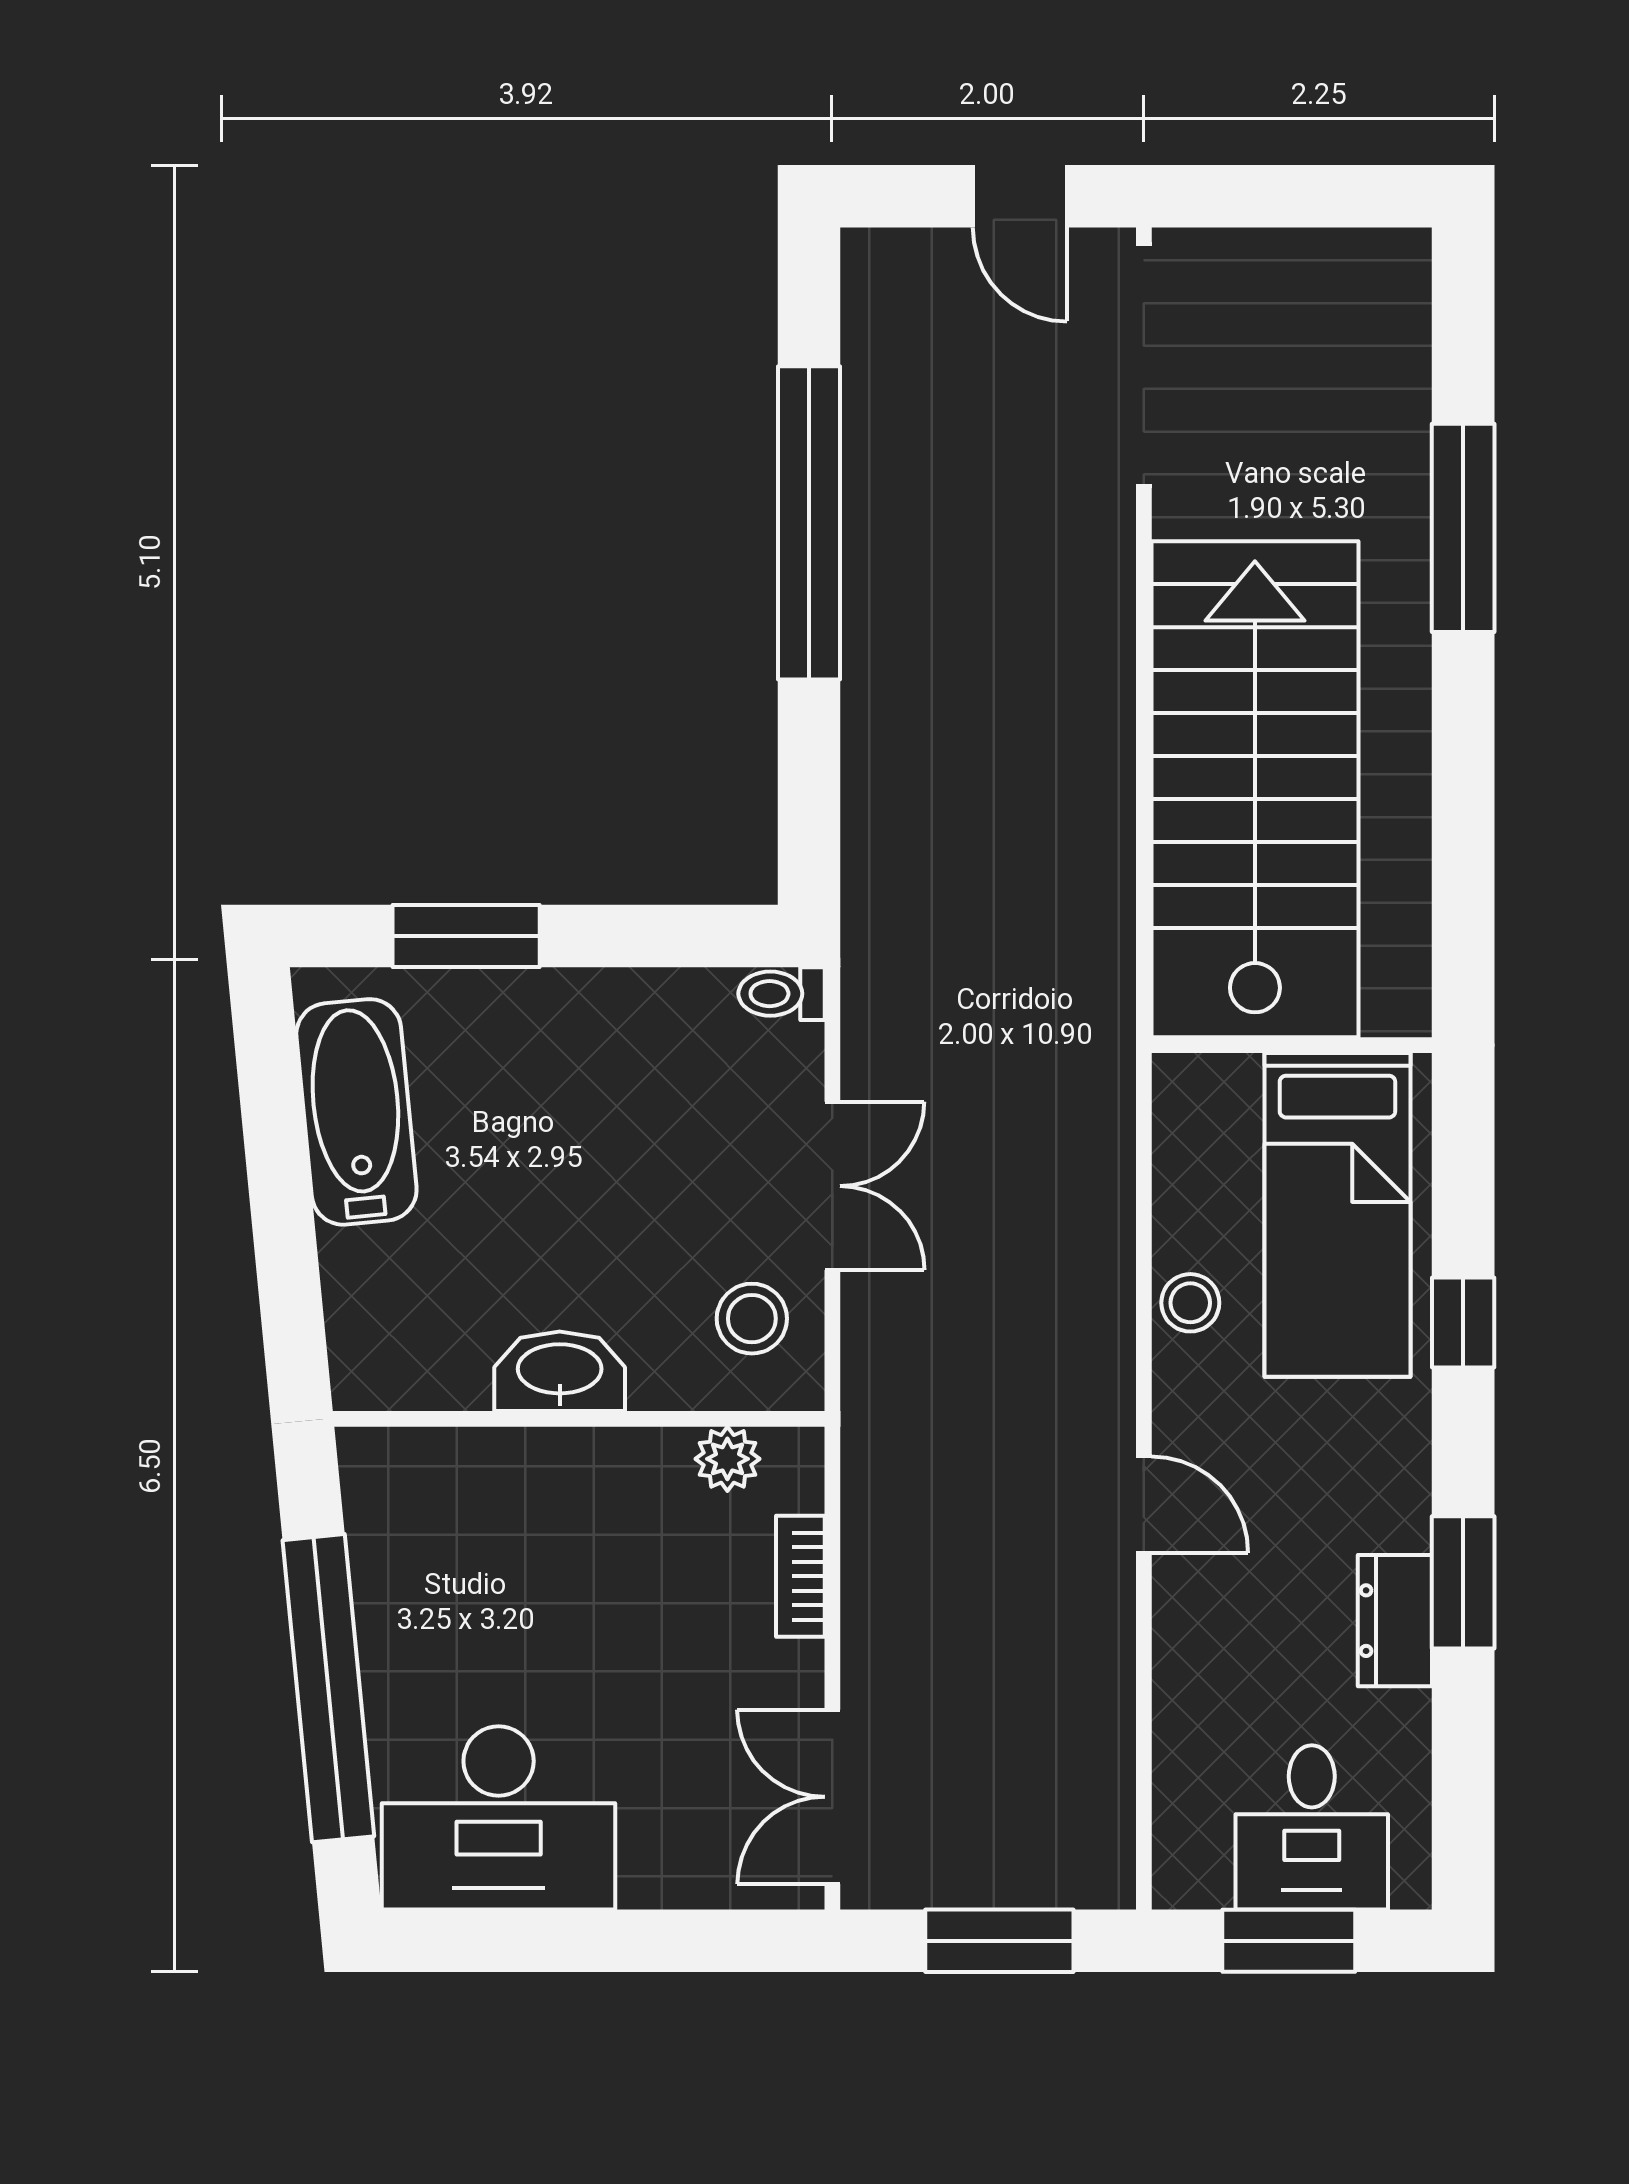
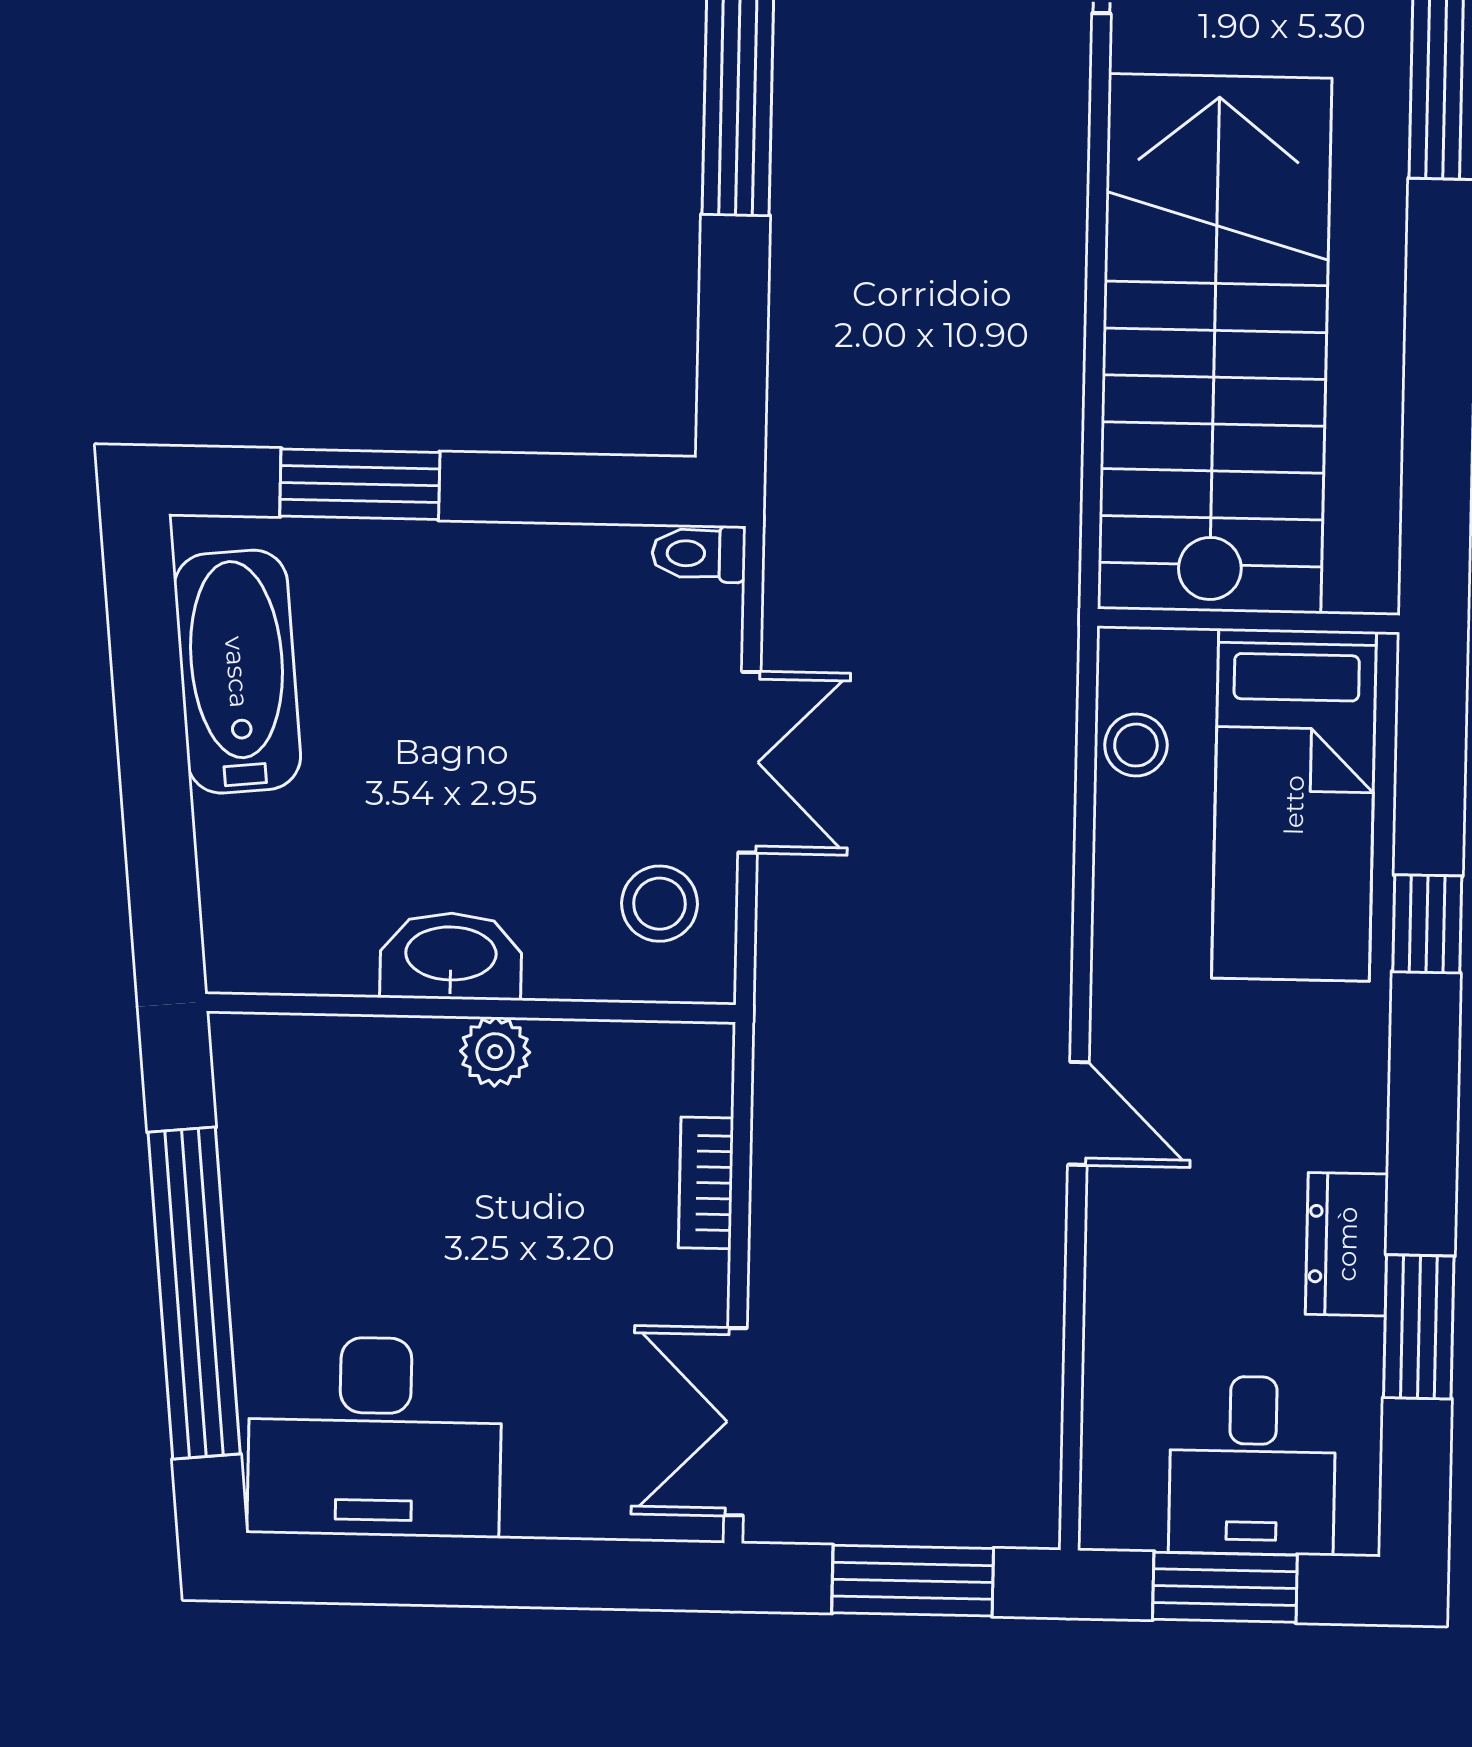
stool: (1190, 1303) -> (1136, 745), moved
plant: (727, 1459) -> (495, 1052), moved
window: (1463, 1582) -> (1419, 1327), moved

